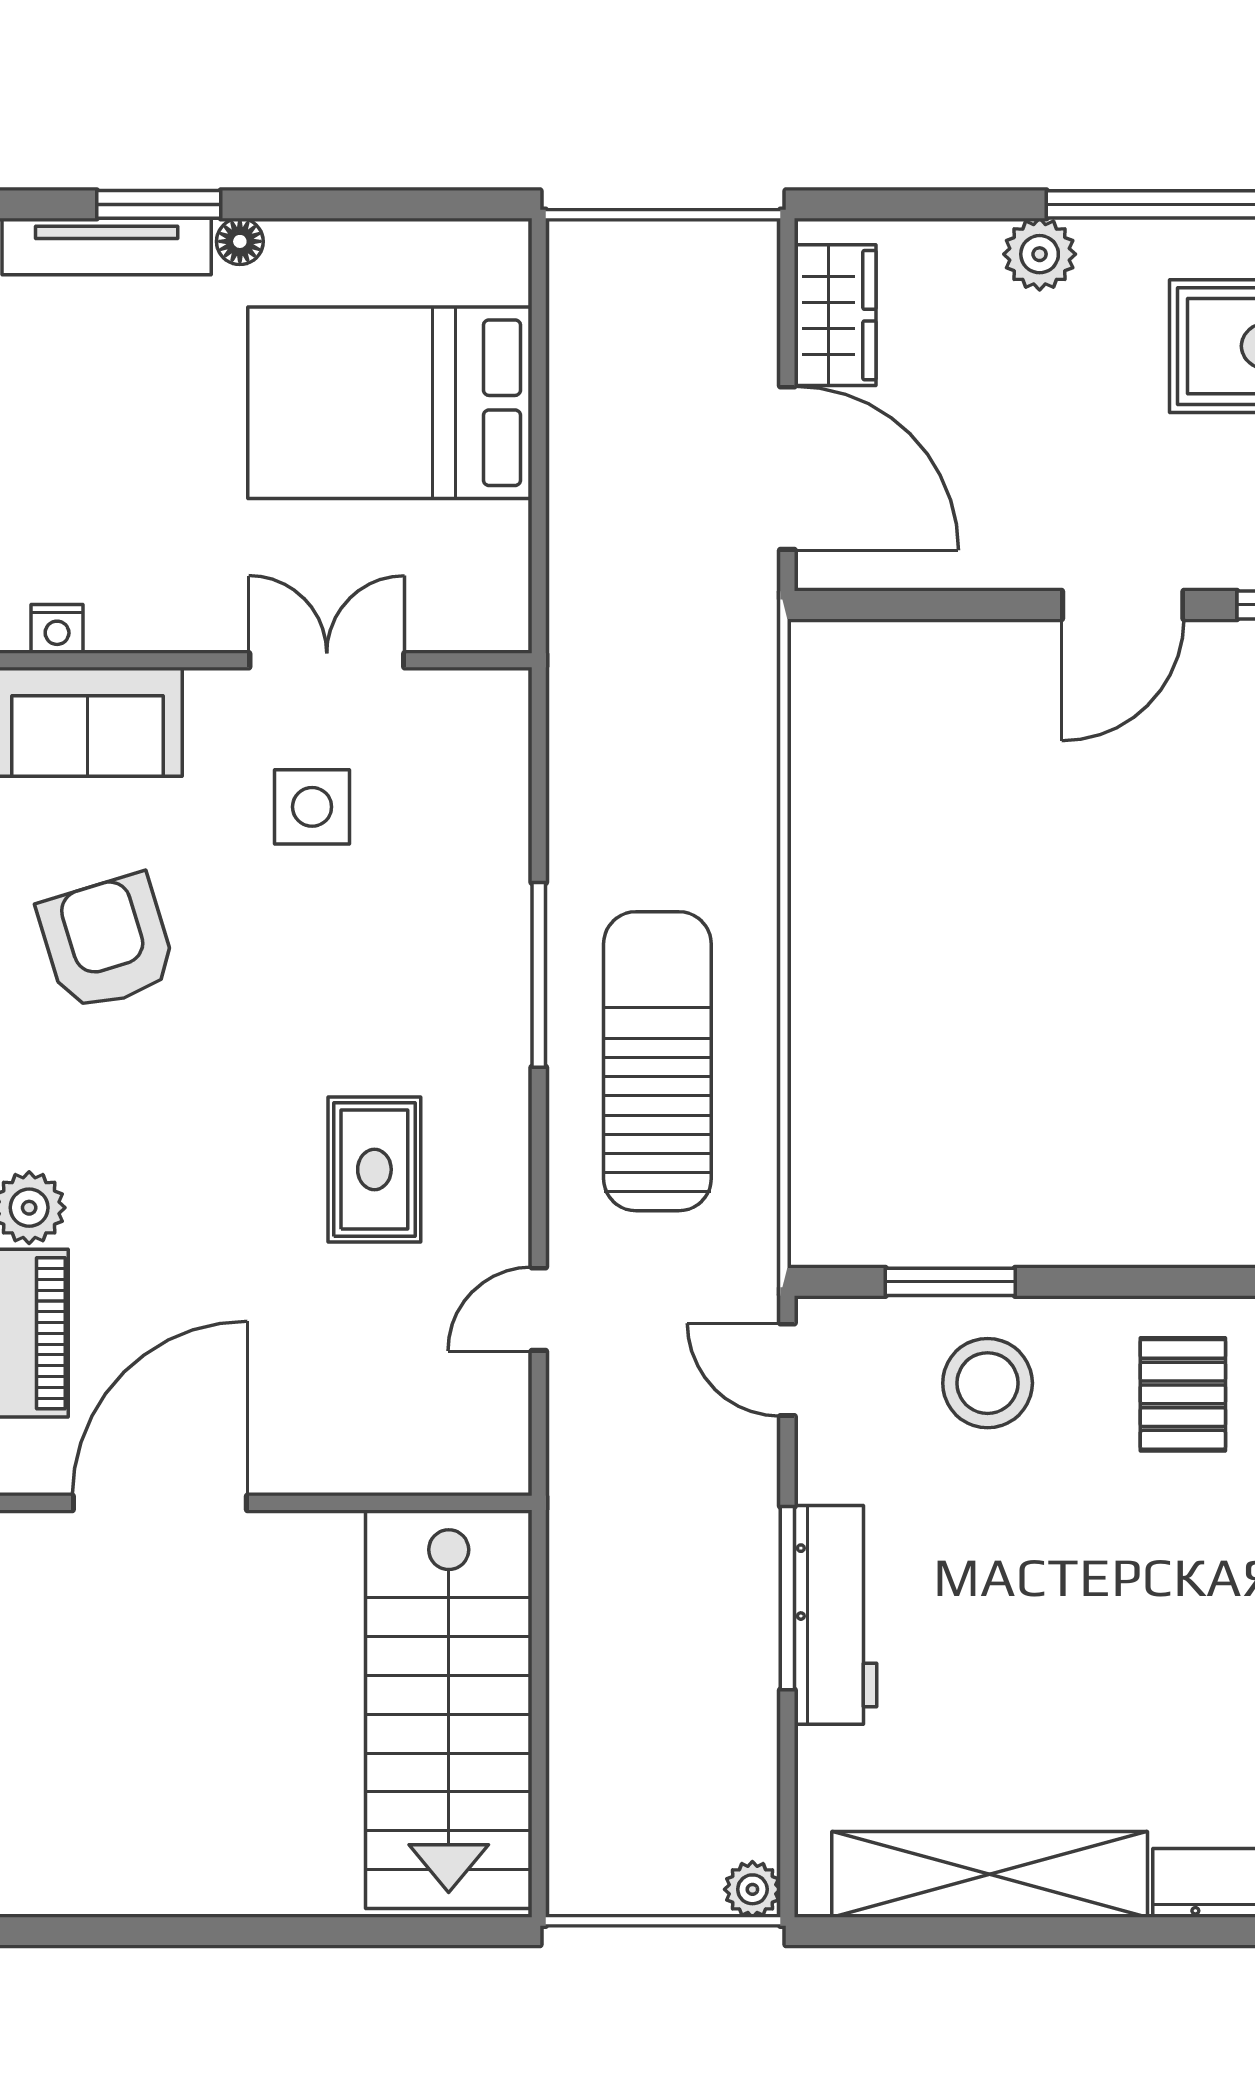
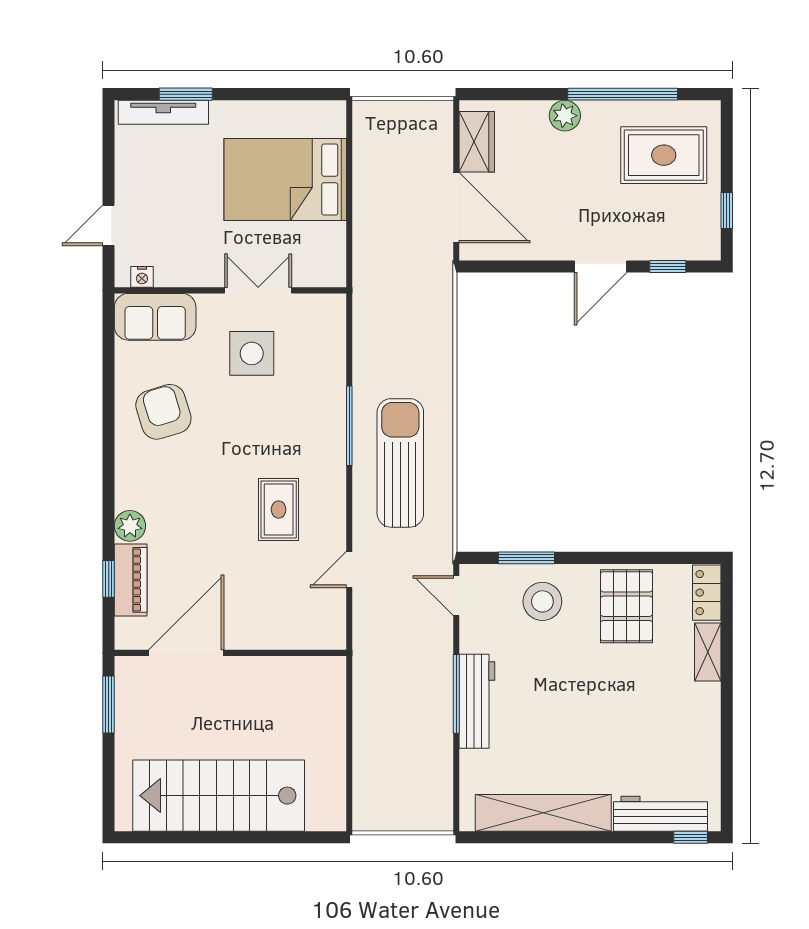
floor lamp: (240, 241) -> (221, 110), removed
side table: (312, 807) -> (252, 353), width x1.37, depth x1.37
pallet: (1183, 1394) -> (626, 606), width x1.50, depth x1.42
stairs: (449, 1709) -> (219, 796), moved, turned 90
plant: (752, 1889) -> (441, 819), removed

